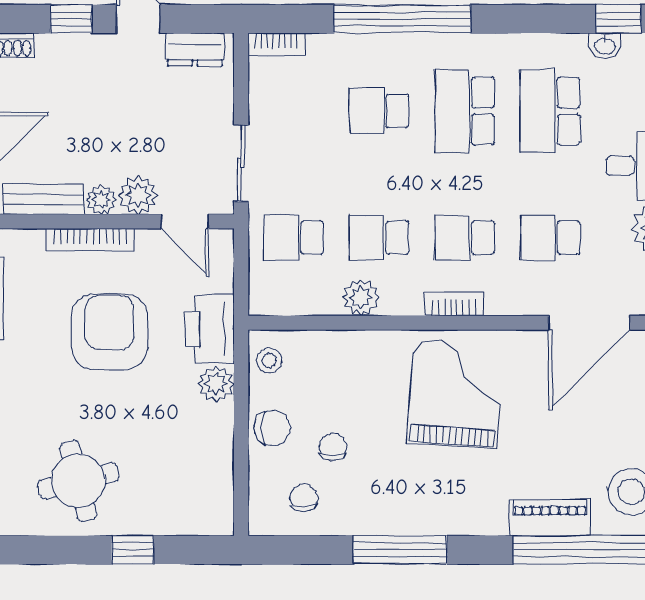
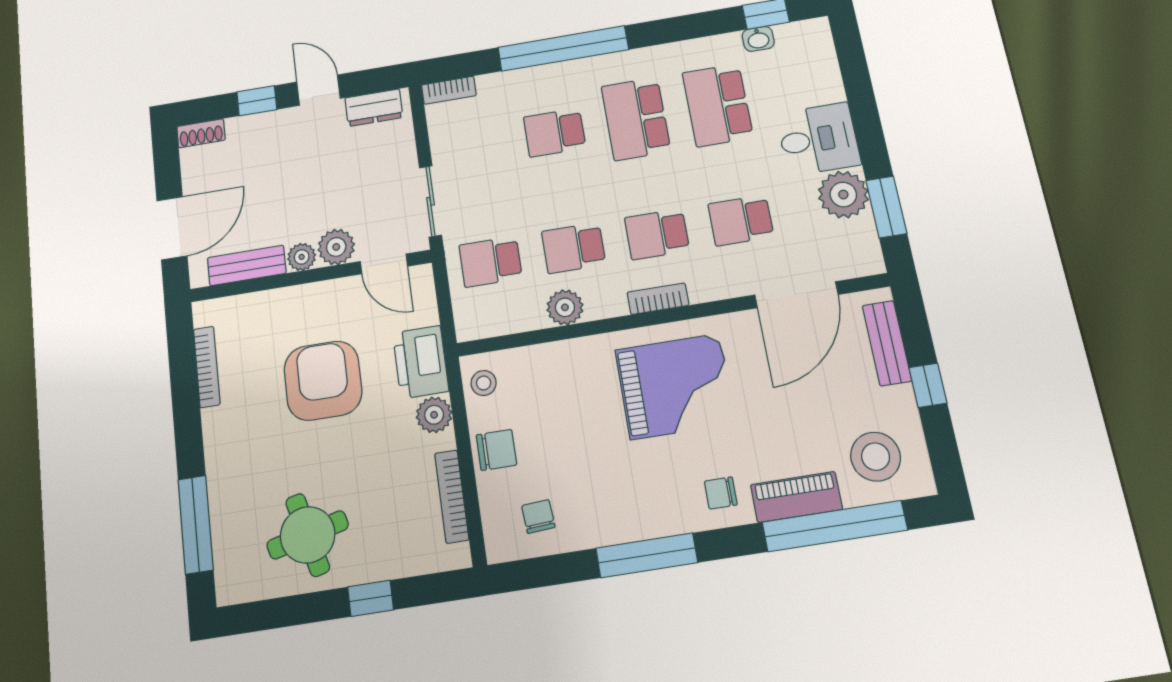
bookcase: (90, 240) -> (452, 496), moved, turned 90
grand piano: (455, 394) -> (675, 386), turned 86
chair: (333, 447) -> (721, 493), moved, turned -90

